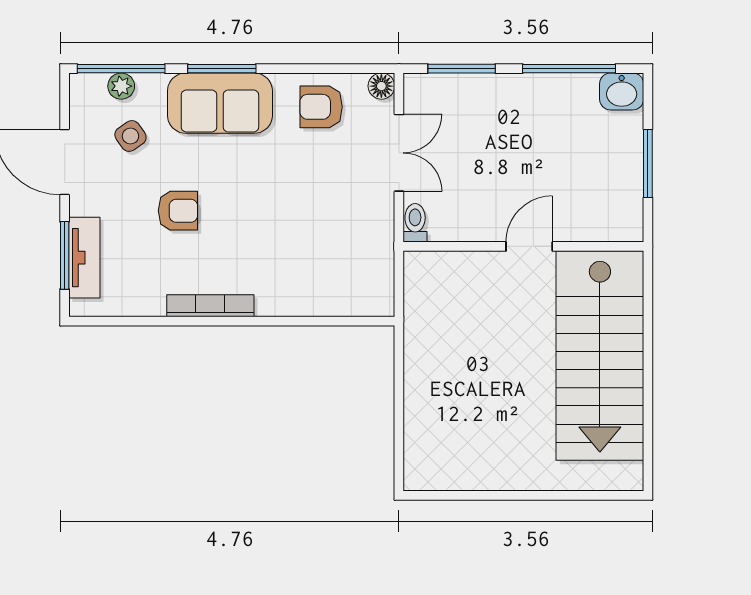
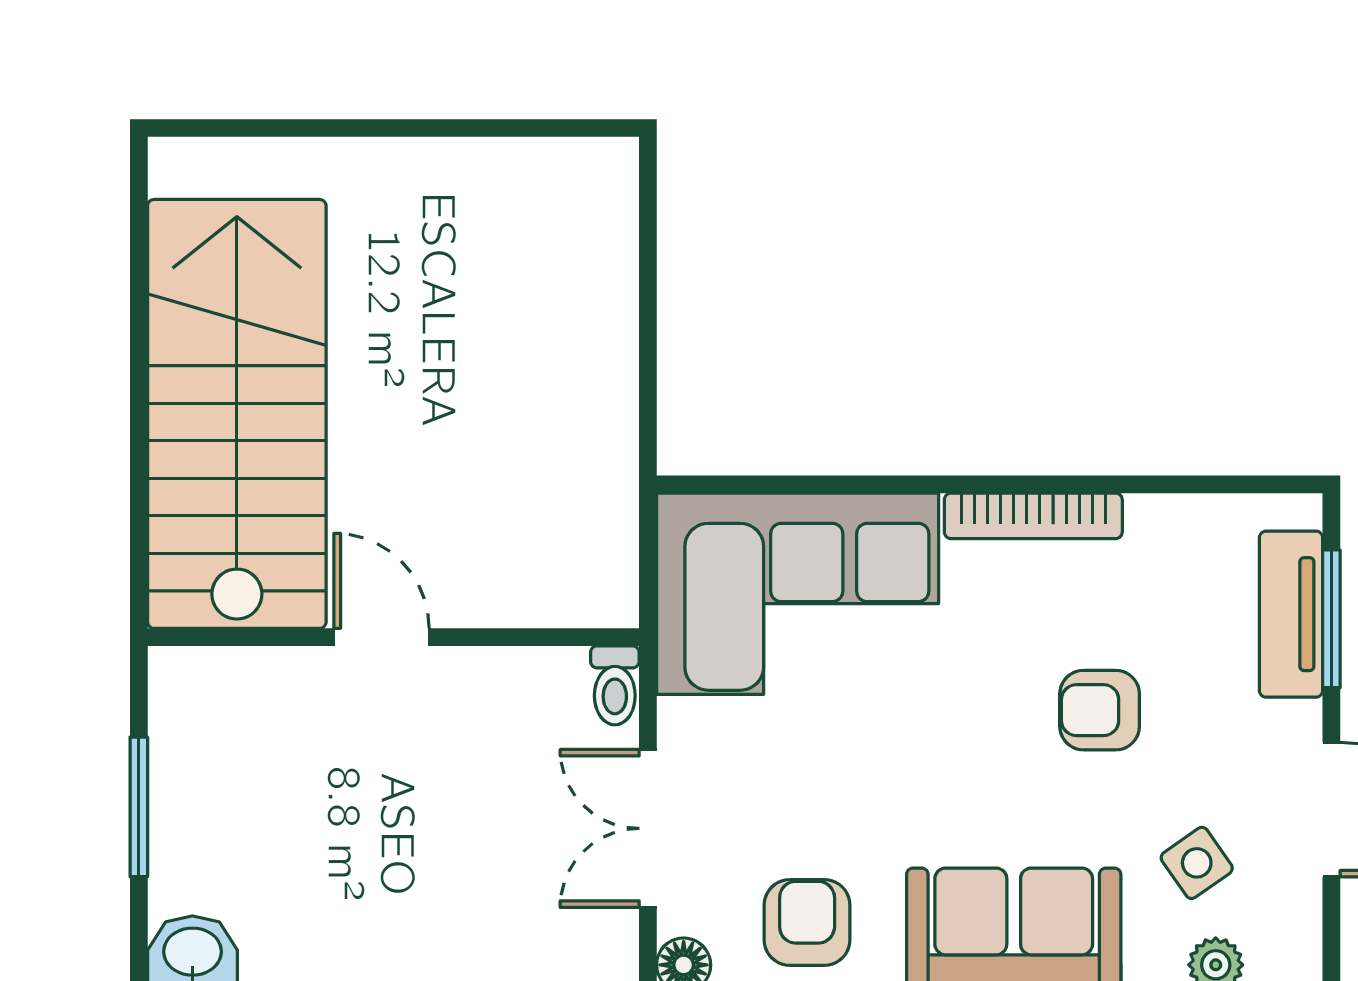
armchair: (321, 107) -> (807, 922), turned -90
door: (529, 246) -> (381, 637), swing flipped
corner sofa: (326, 268) -> (798, 594), added

